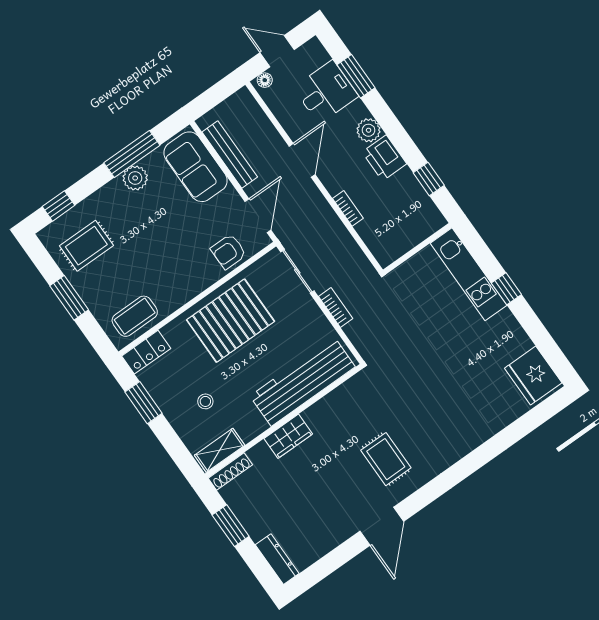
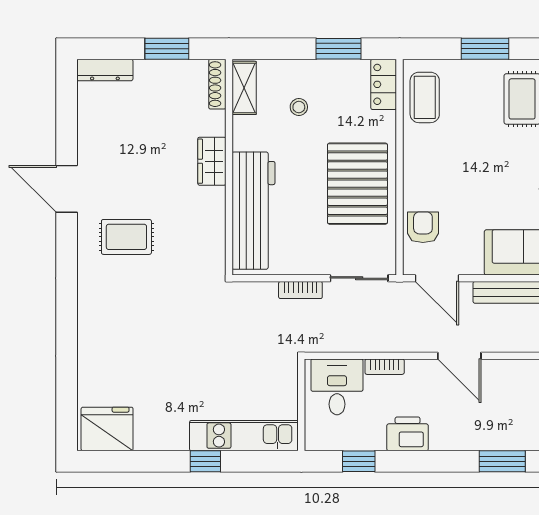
desk: (326, 92) -> (337, 387), moved, turned 180
plant: (369, 130) -> (444, 437), removed

